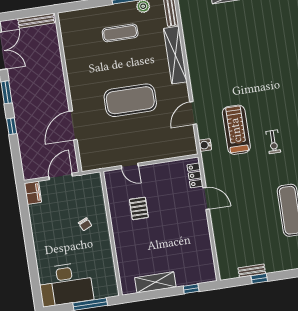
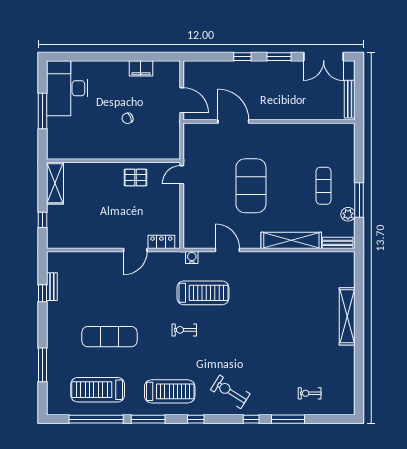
filing cabinet: (33, 193) -> (141, 68), moved
wall: (111, 233) -> (114, 161), moved

